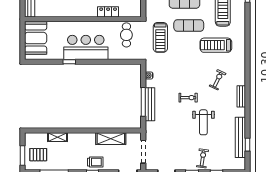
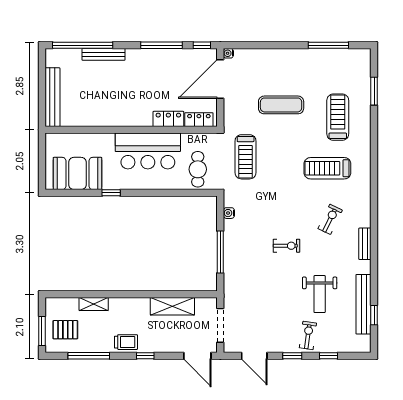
locker: (129, 12) -> (199, 120), added
exercise mat: (189, 25) -> (287, 139), removed
cafe table: (126, 35) -> (198, 169), moved
booth: (36, 38) -> (77, 173), moved, turned 90
bar counter: (86, 47) -> (148, 151), moved, turned 180
bench: (150, 104) -> (230, 255), removed
weight bench: (203, 122) -> (320, 294), moved
trolley: (95, 162) -> (126, 342), moved

